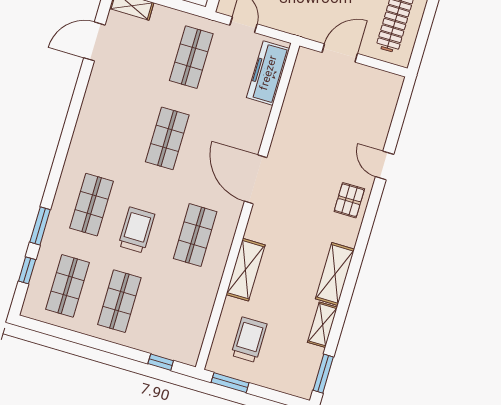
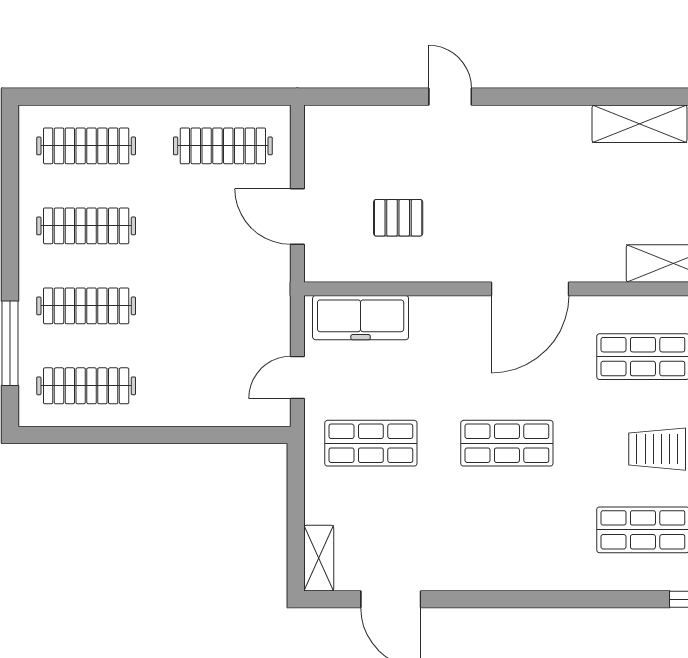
door: (385, 165) -> (450, 97), swing flipped
pallet: (349, 200) -> (398, 218), moved

